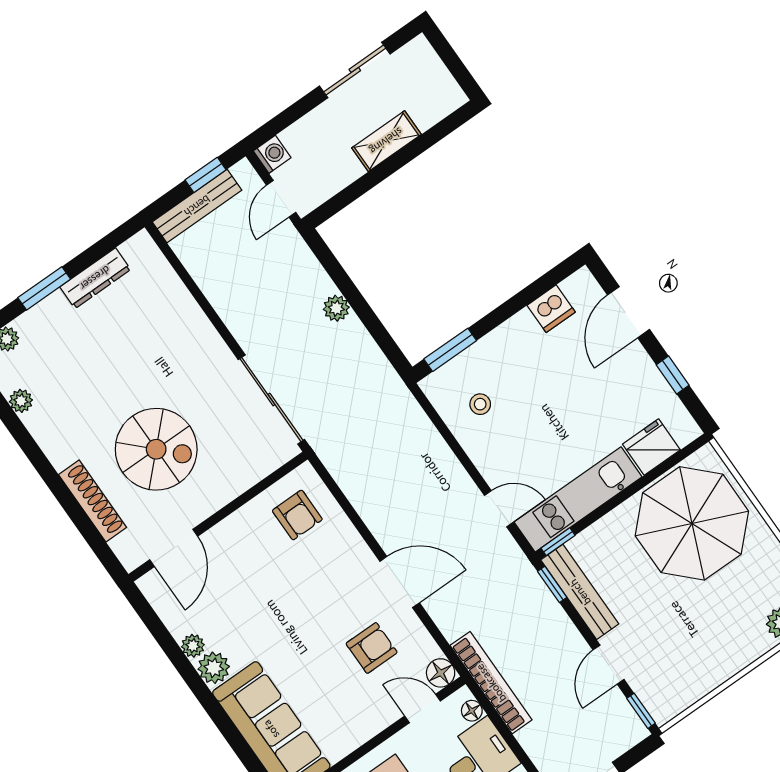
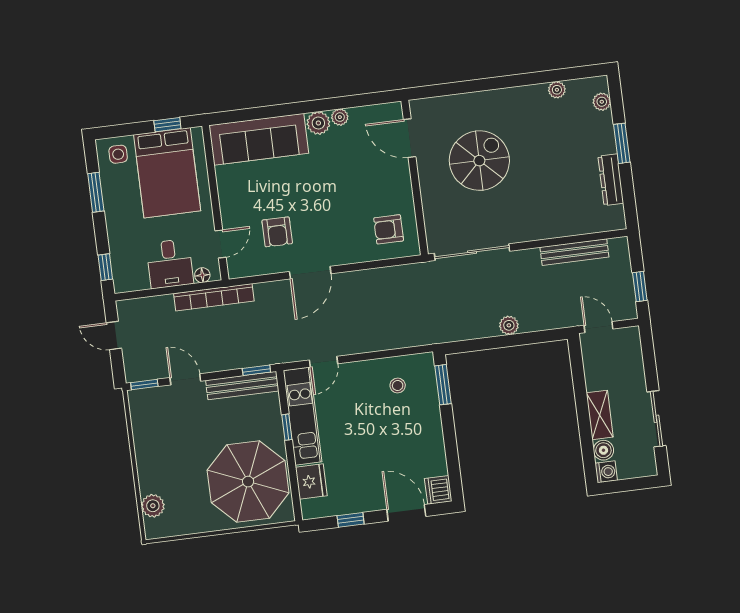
boiler: (427, 114) -> (603, 450), added
washing machine: (272, 154) -> (606, 472), moved, turned -90
bench: (197, 206) -> (574, 252), moved, turned 90
dishwasher: (551, 309) -> (438, 490), moved
spiral stairs: (156, 449) -> (479, 161), turned 180
shoe rack: (93, 501) -> (468, 102), removed
window: (558, 542) -> (287, 427), moved
floor lamp: (441, 673) -> (237, 268), removed

